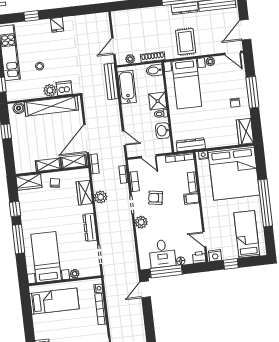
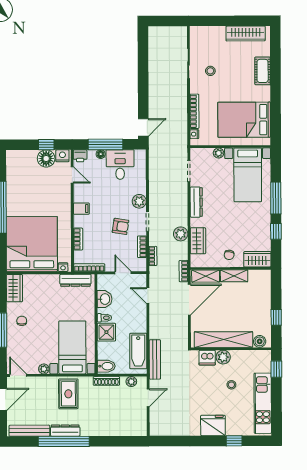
fridge: (57, 25) -> (213, 425), width x1.88, depth x1.34
filing cabinet: (191, 199) -> (81, 209), moved
bed: (247, 234) -> (25, 175), removed
floor lamp: (229, 251) -> (46, 158), added
window: (166, 271) -> (106, 144), moved
bed: (54, 301) -> (244, 120), width x1.50

